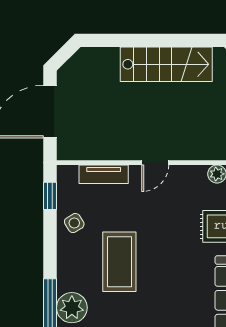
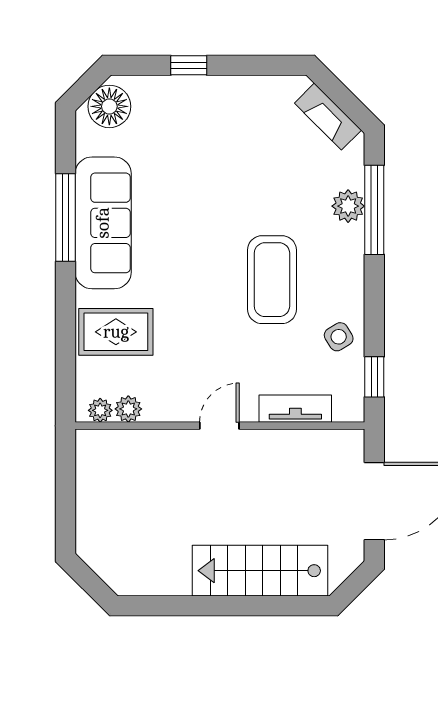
stairs: (166, 64) -> (260, 571), moved
plant: (72, 308) -> (348, 206), width x0.73, depth x0.73

